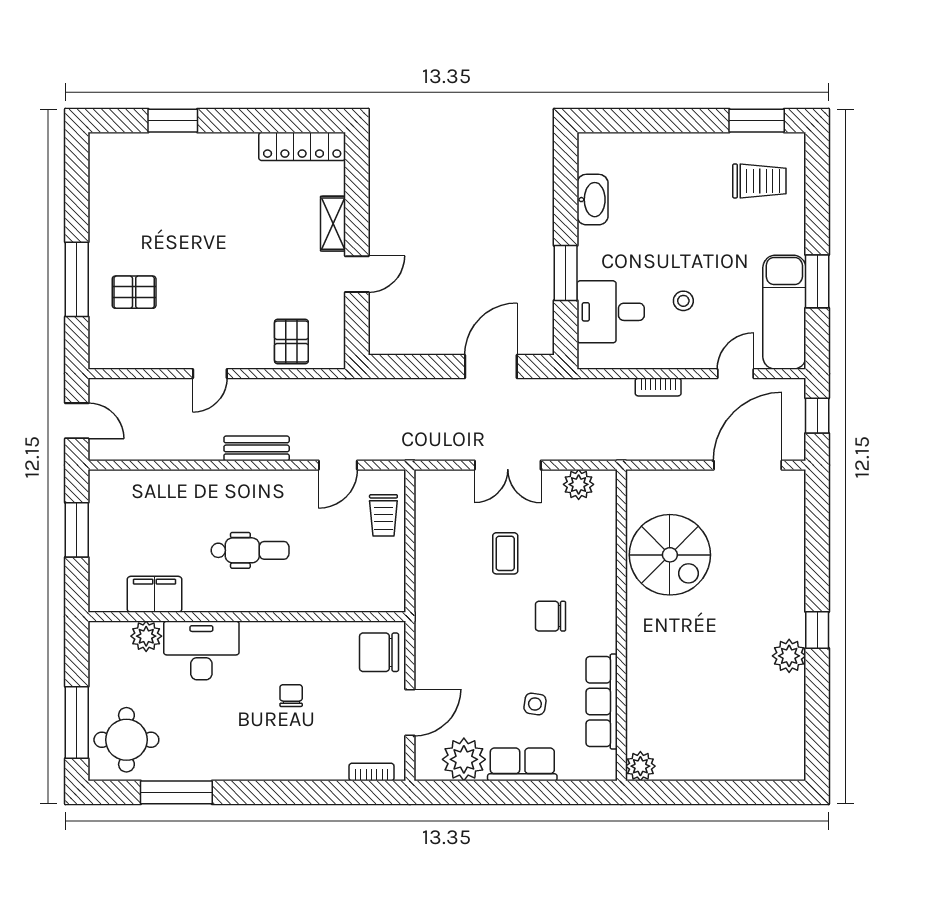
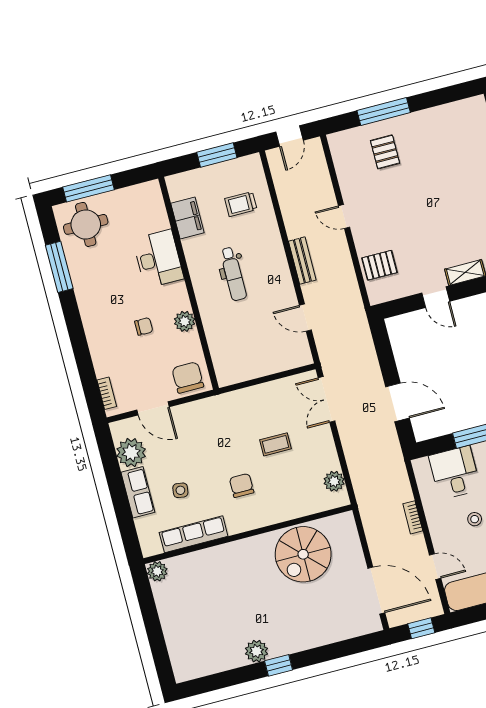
double door: (508, 465) -> (327, 399), moved
trolley: (383, 515) -> (241, 204), moved
plant: (146, 636) -> (185, 321), moved

